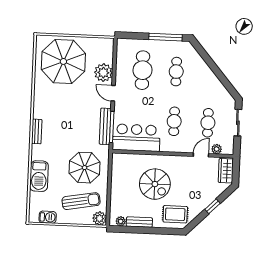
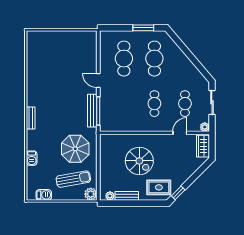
window: (165, 37) -> (143, 28), width x0.69
parasol: (63, 61) -> (52, 54), removed
cafe table: (176, 72) -> (154, 59), width x1.37, depth x1.35
plant: (103, 73) -> (89, 62), removed
bar counter: (136, 138) -> (121, 120), removed
plant: (217, 149) -> (205, 127), moved
barbecue: (39, 176) -> (32, 158), width x0.53, depth x0.65
window: (212, 206) -> (178, 193), moved

